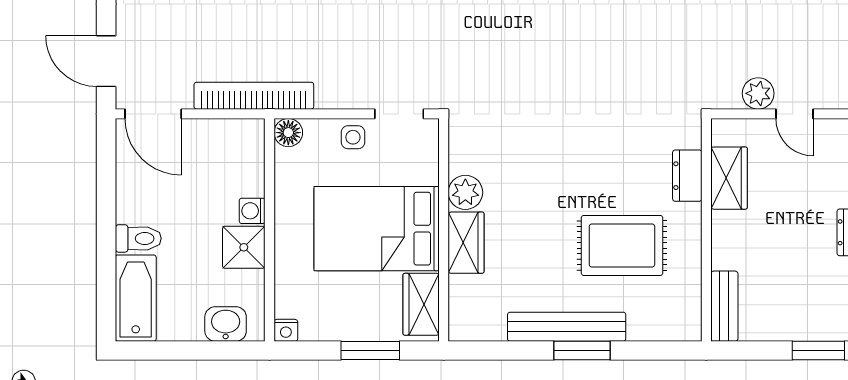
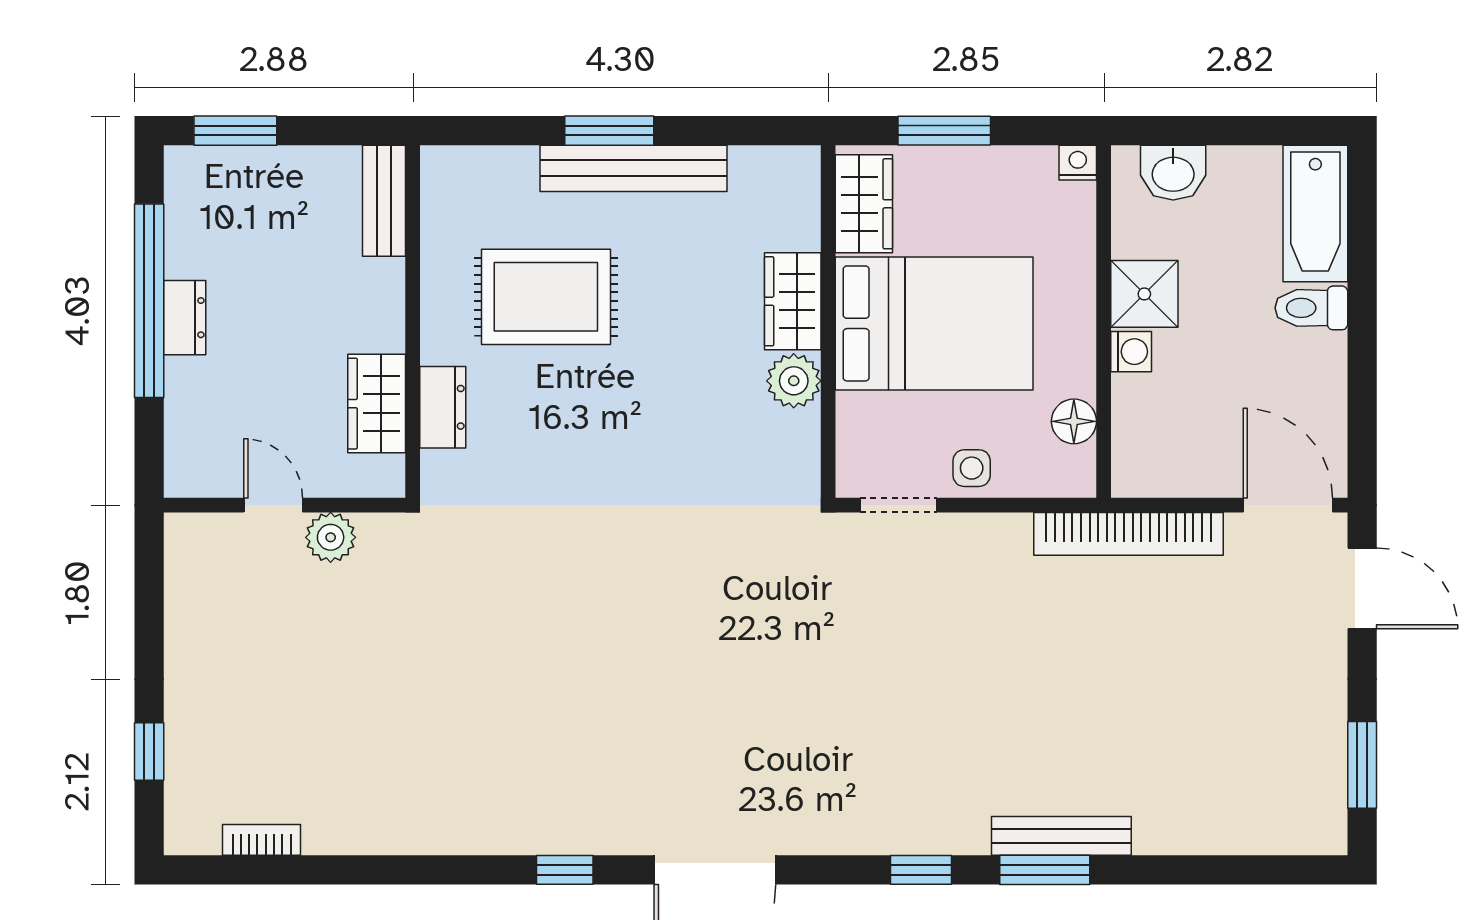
floor lamp: (288, 133) -> (1074, 421), moved

